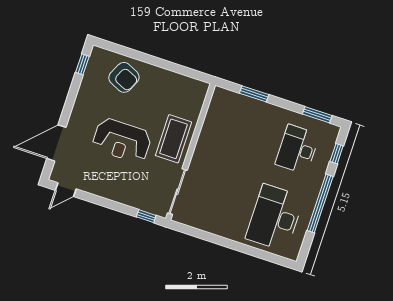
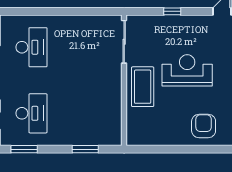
armchair: (124, 77) -> (204, 126), turned 65
window: (146, 216) -> (172, 11), moved
desk: (275, 218) -> (31, 47), width x0.73, depth x0.77

